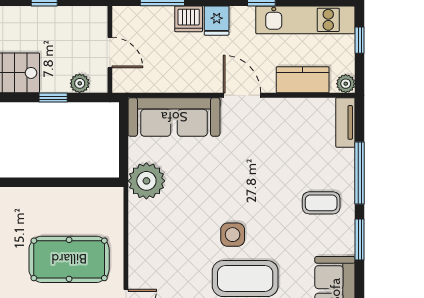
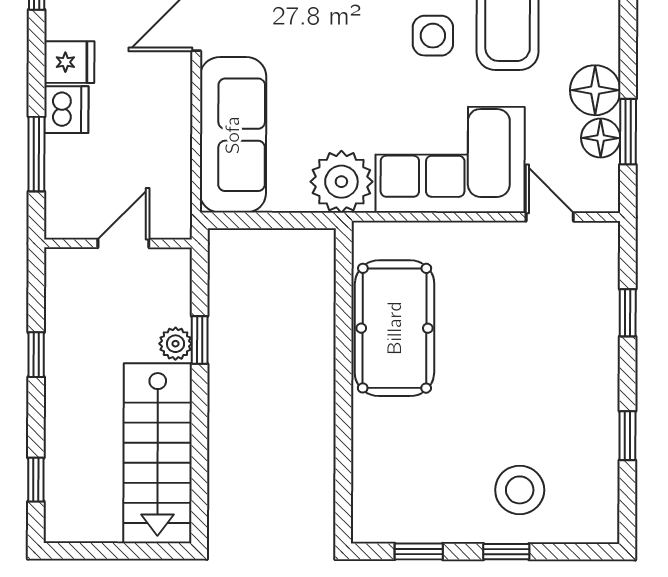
plant: (80, 83) -> (175, 344), moved
corner sofa: (159, 245) -> (450, 160), added
pool table: (69, 259) -> (395, 328), moved

